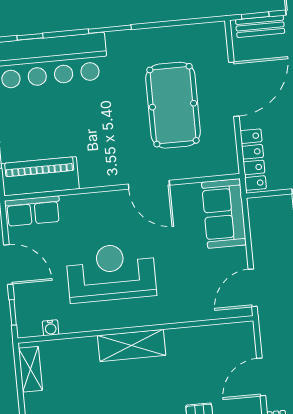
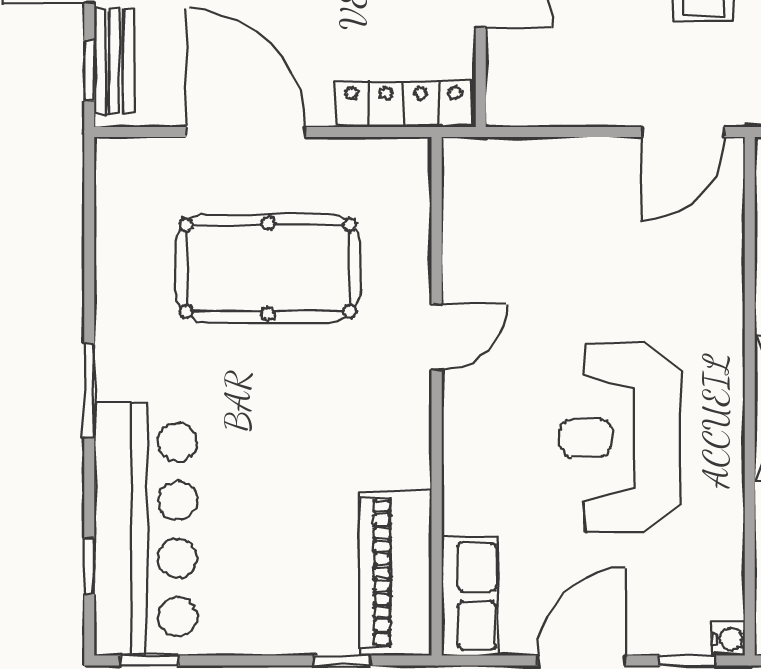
door: (149, 185) -> (437, 337), width x0.73
sofa: (224, 213) -> (515, 179), removed
door: (253, 288) -> (683, 132), hinge flipped
water cooler: (51, 328) -> (728, 639), moved

